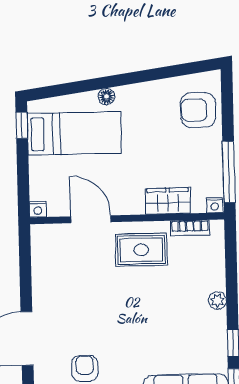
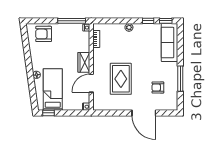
armchair: (198, 110) -> (44, 34), turned 90
wardrobe: (168, 201) -> (84, 62), moved
rug: (141, 250) -> (121, 79), moved, width x1.36, depth x1.43

